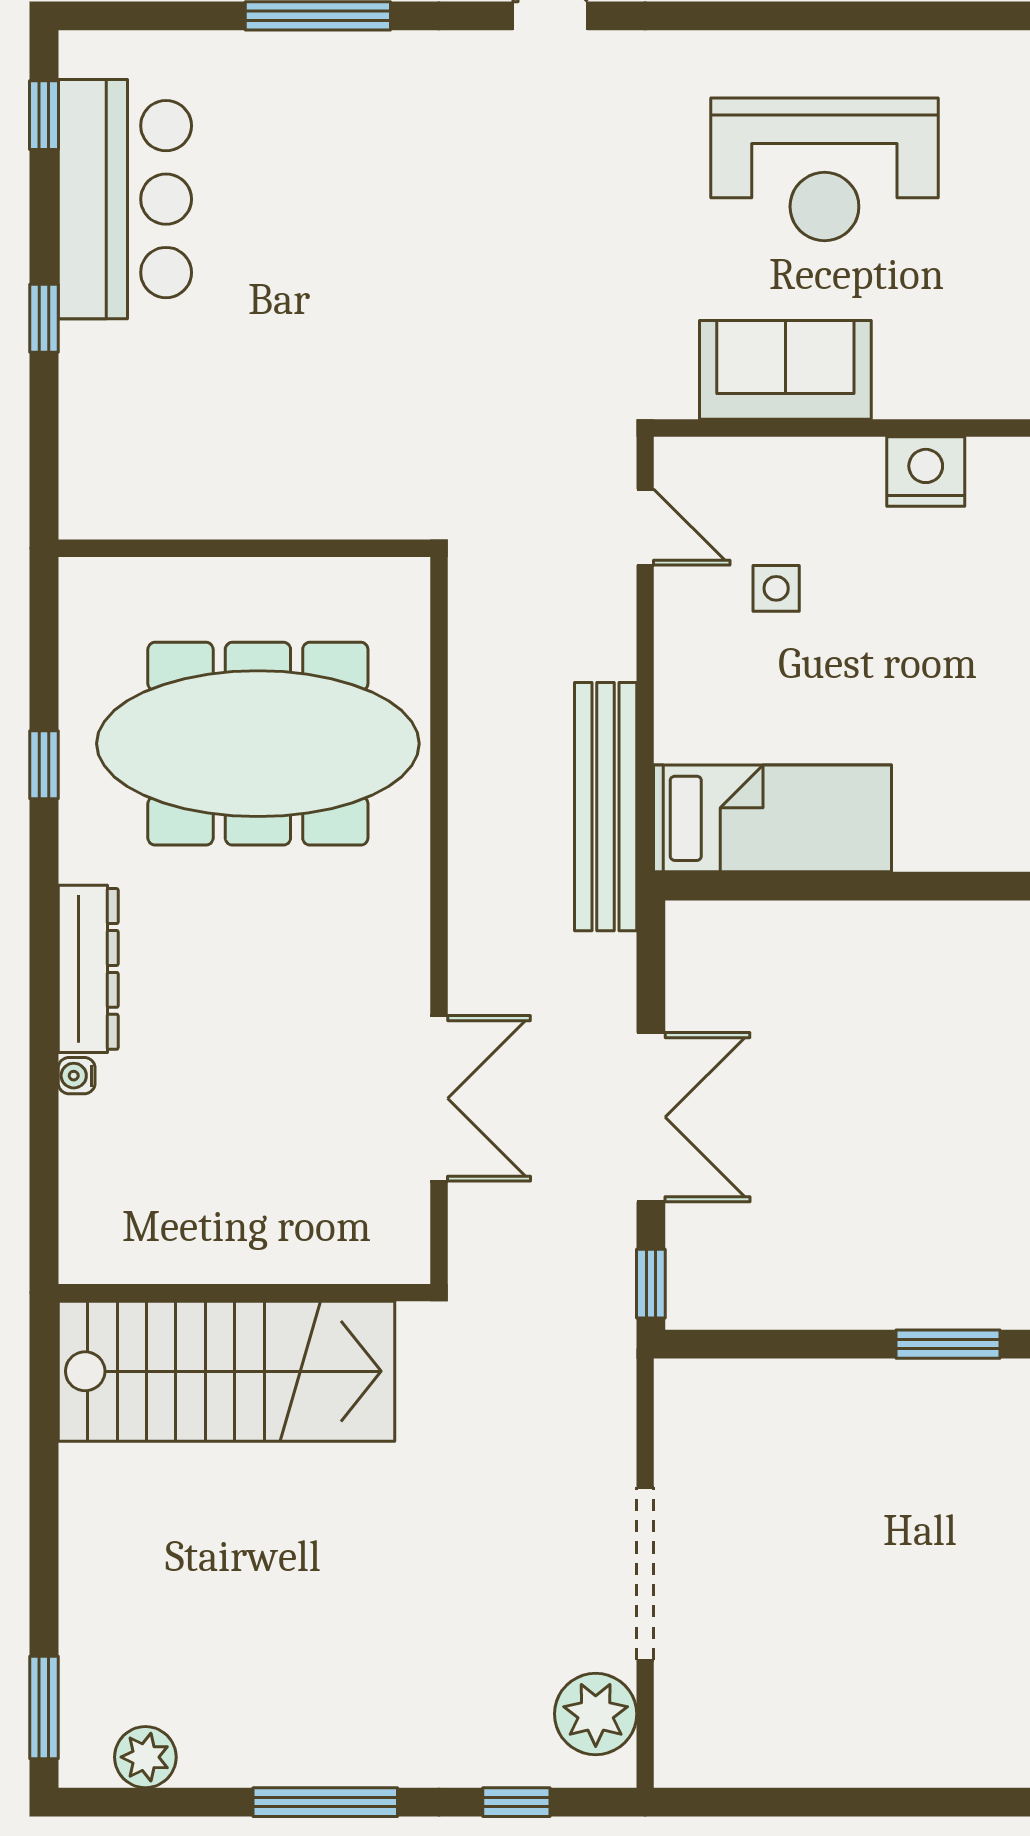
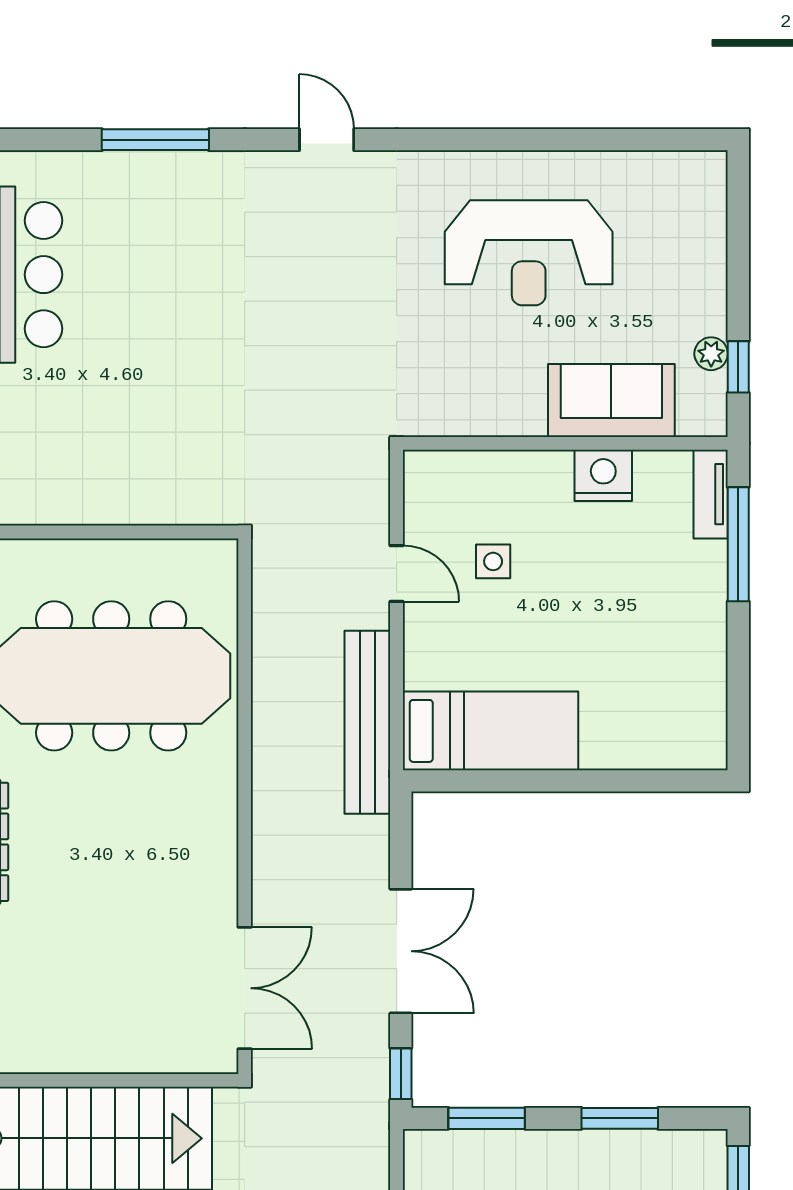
sofa: (785, 370) -> (611, 401), moved
door: (645, 527) -> (397, 573), moved
double door: (439, 1098) -> (245, 988), moved
window: (767, 1344) -> (487, 1118), added

